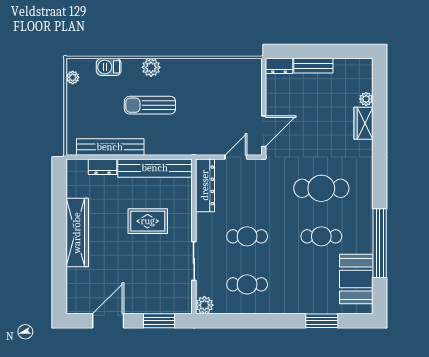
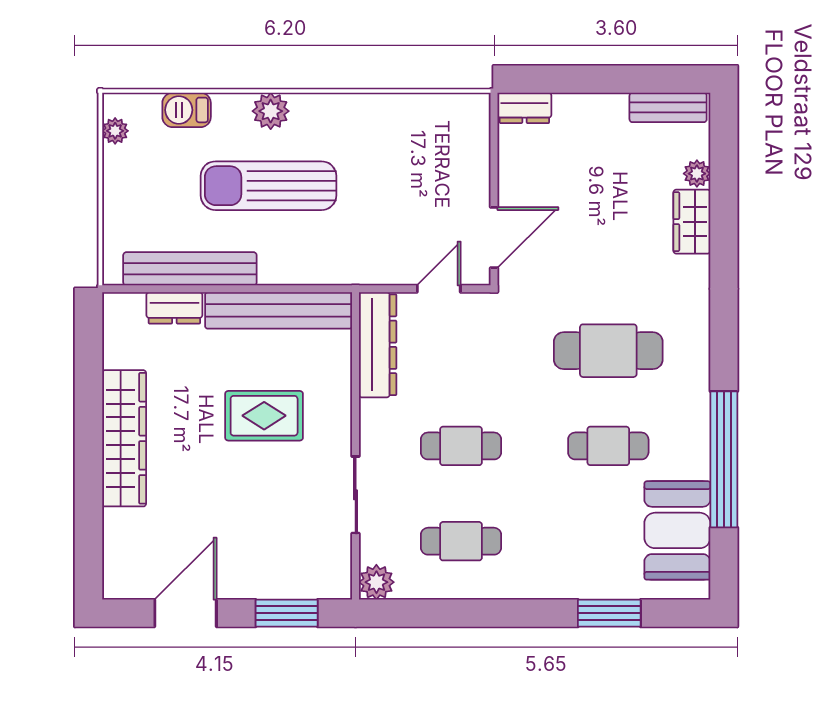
bench: (313, 66) -> (668, 107), moved
sun lounger: (150, 105) -> (268, 186), width x1.36, depth x1.34

